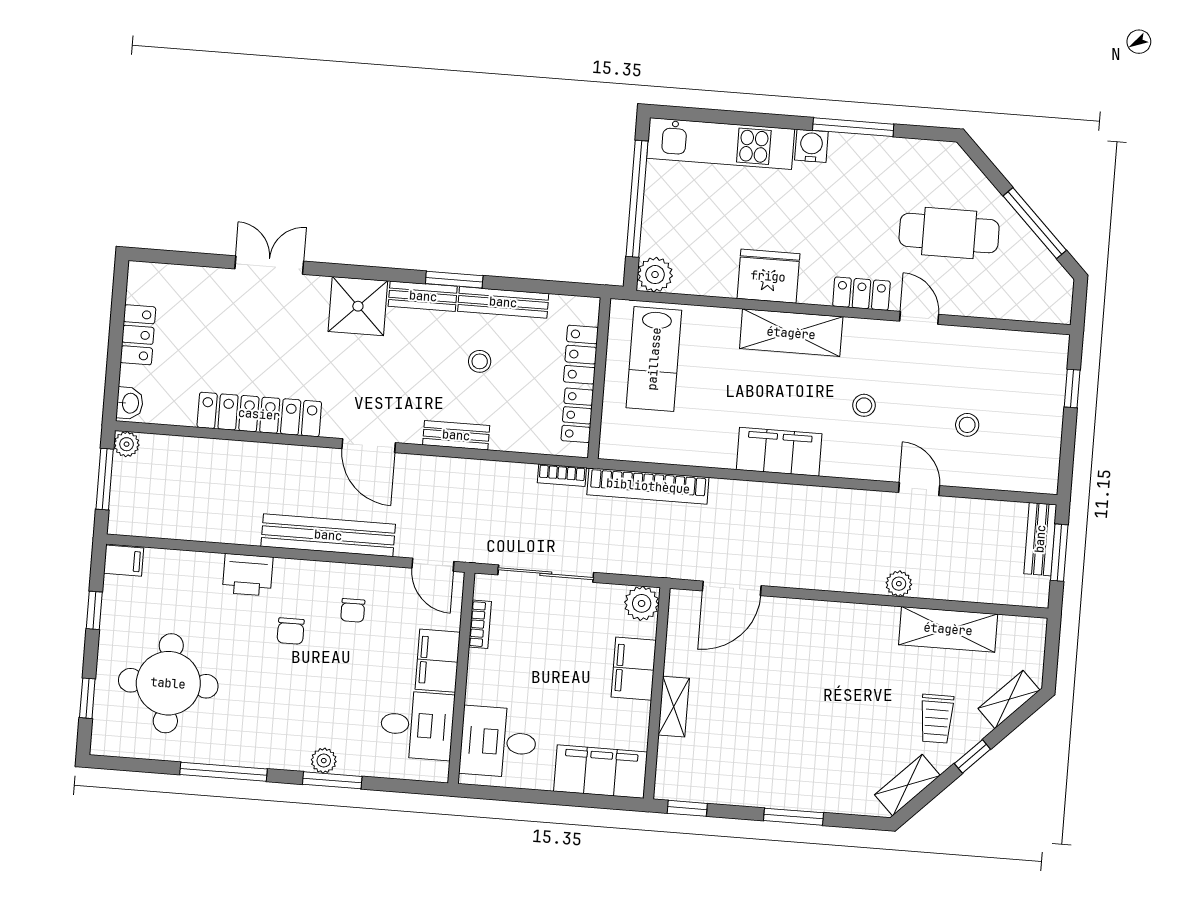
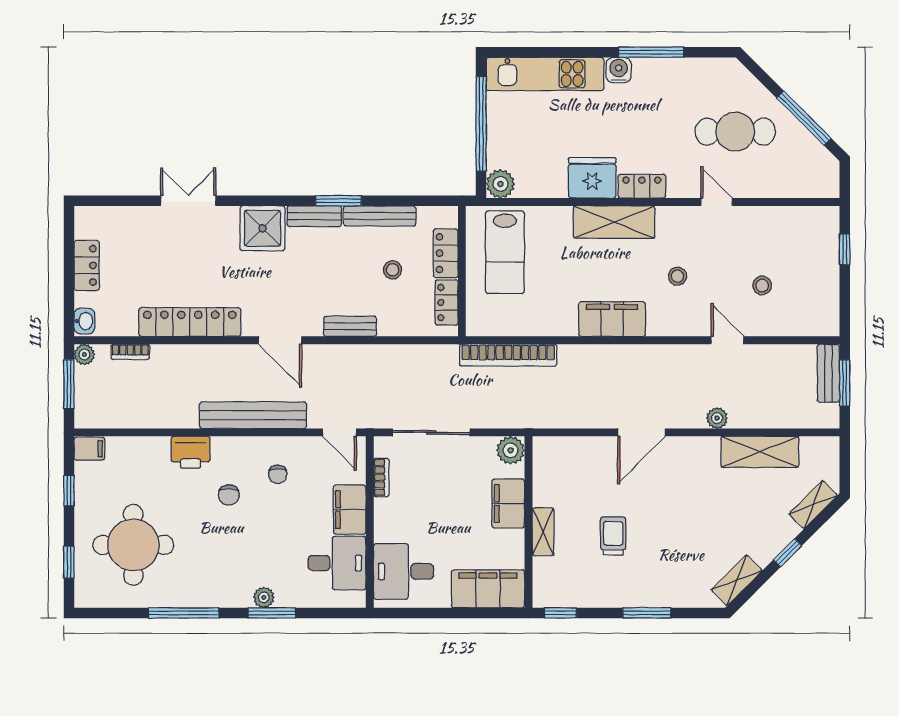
locker: (861, 294) -> (642, 186), moved
stool: (480, 361) -> (392, 270), moved
bookcase: (562, 475) -> (130, 352), moved
door: (732, 588) -> (642, 432), moved
trolley: (937, 719) -> (613, 536), moved, turned 180

